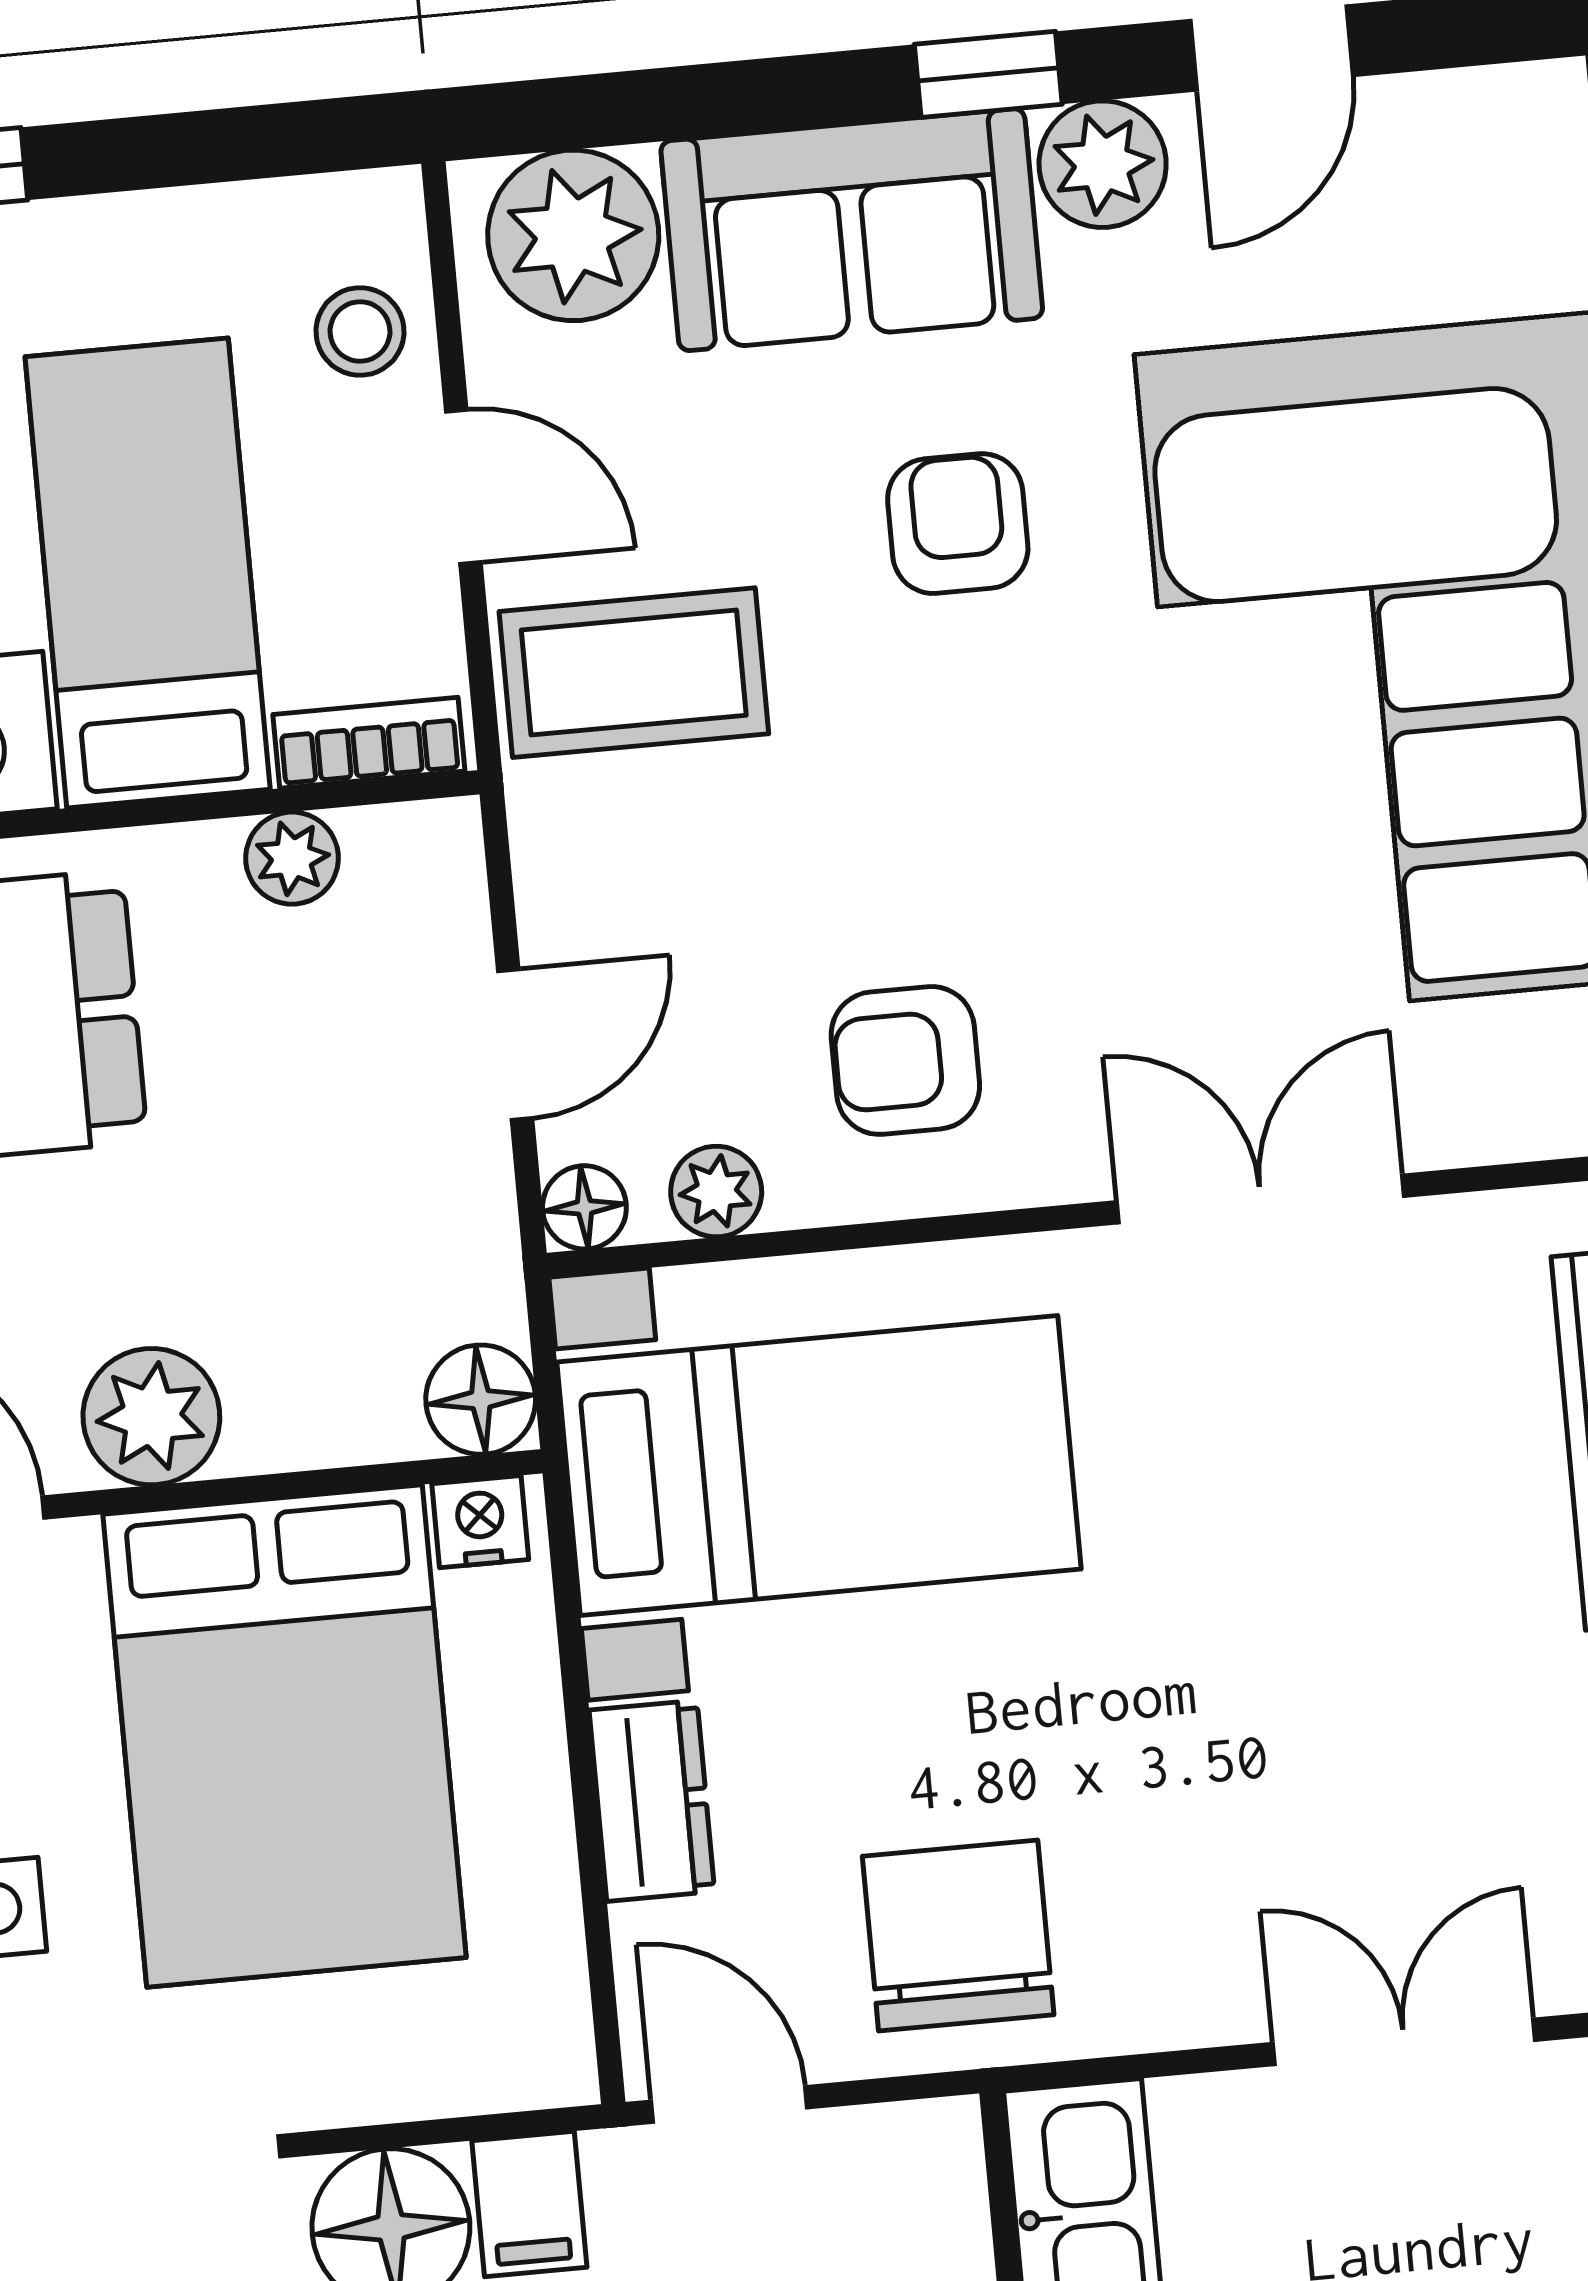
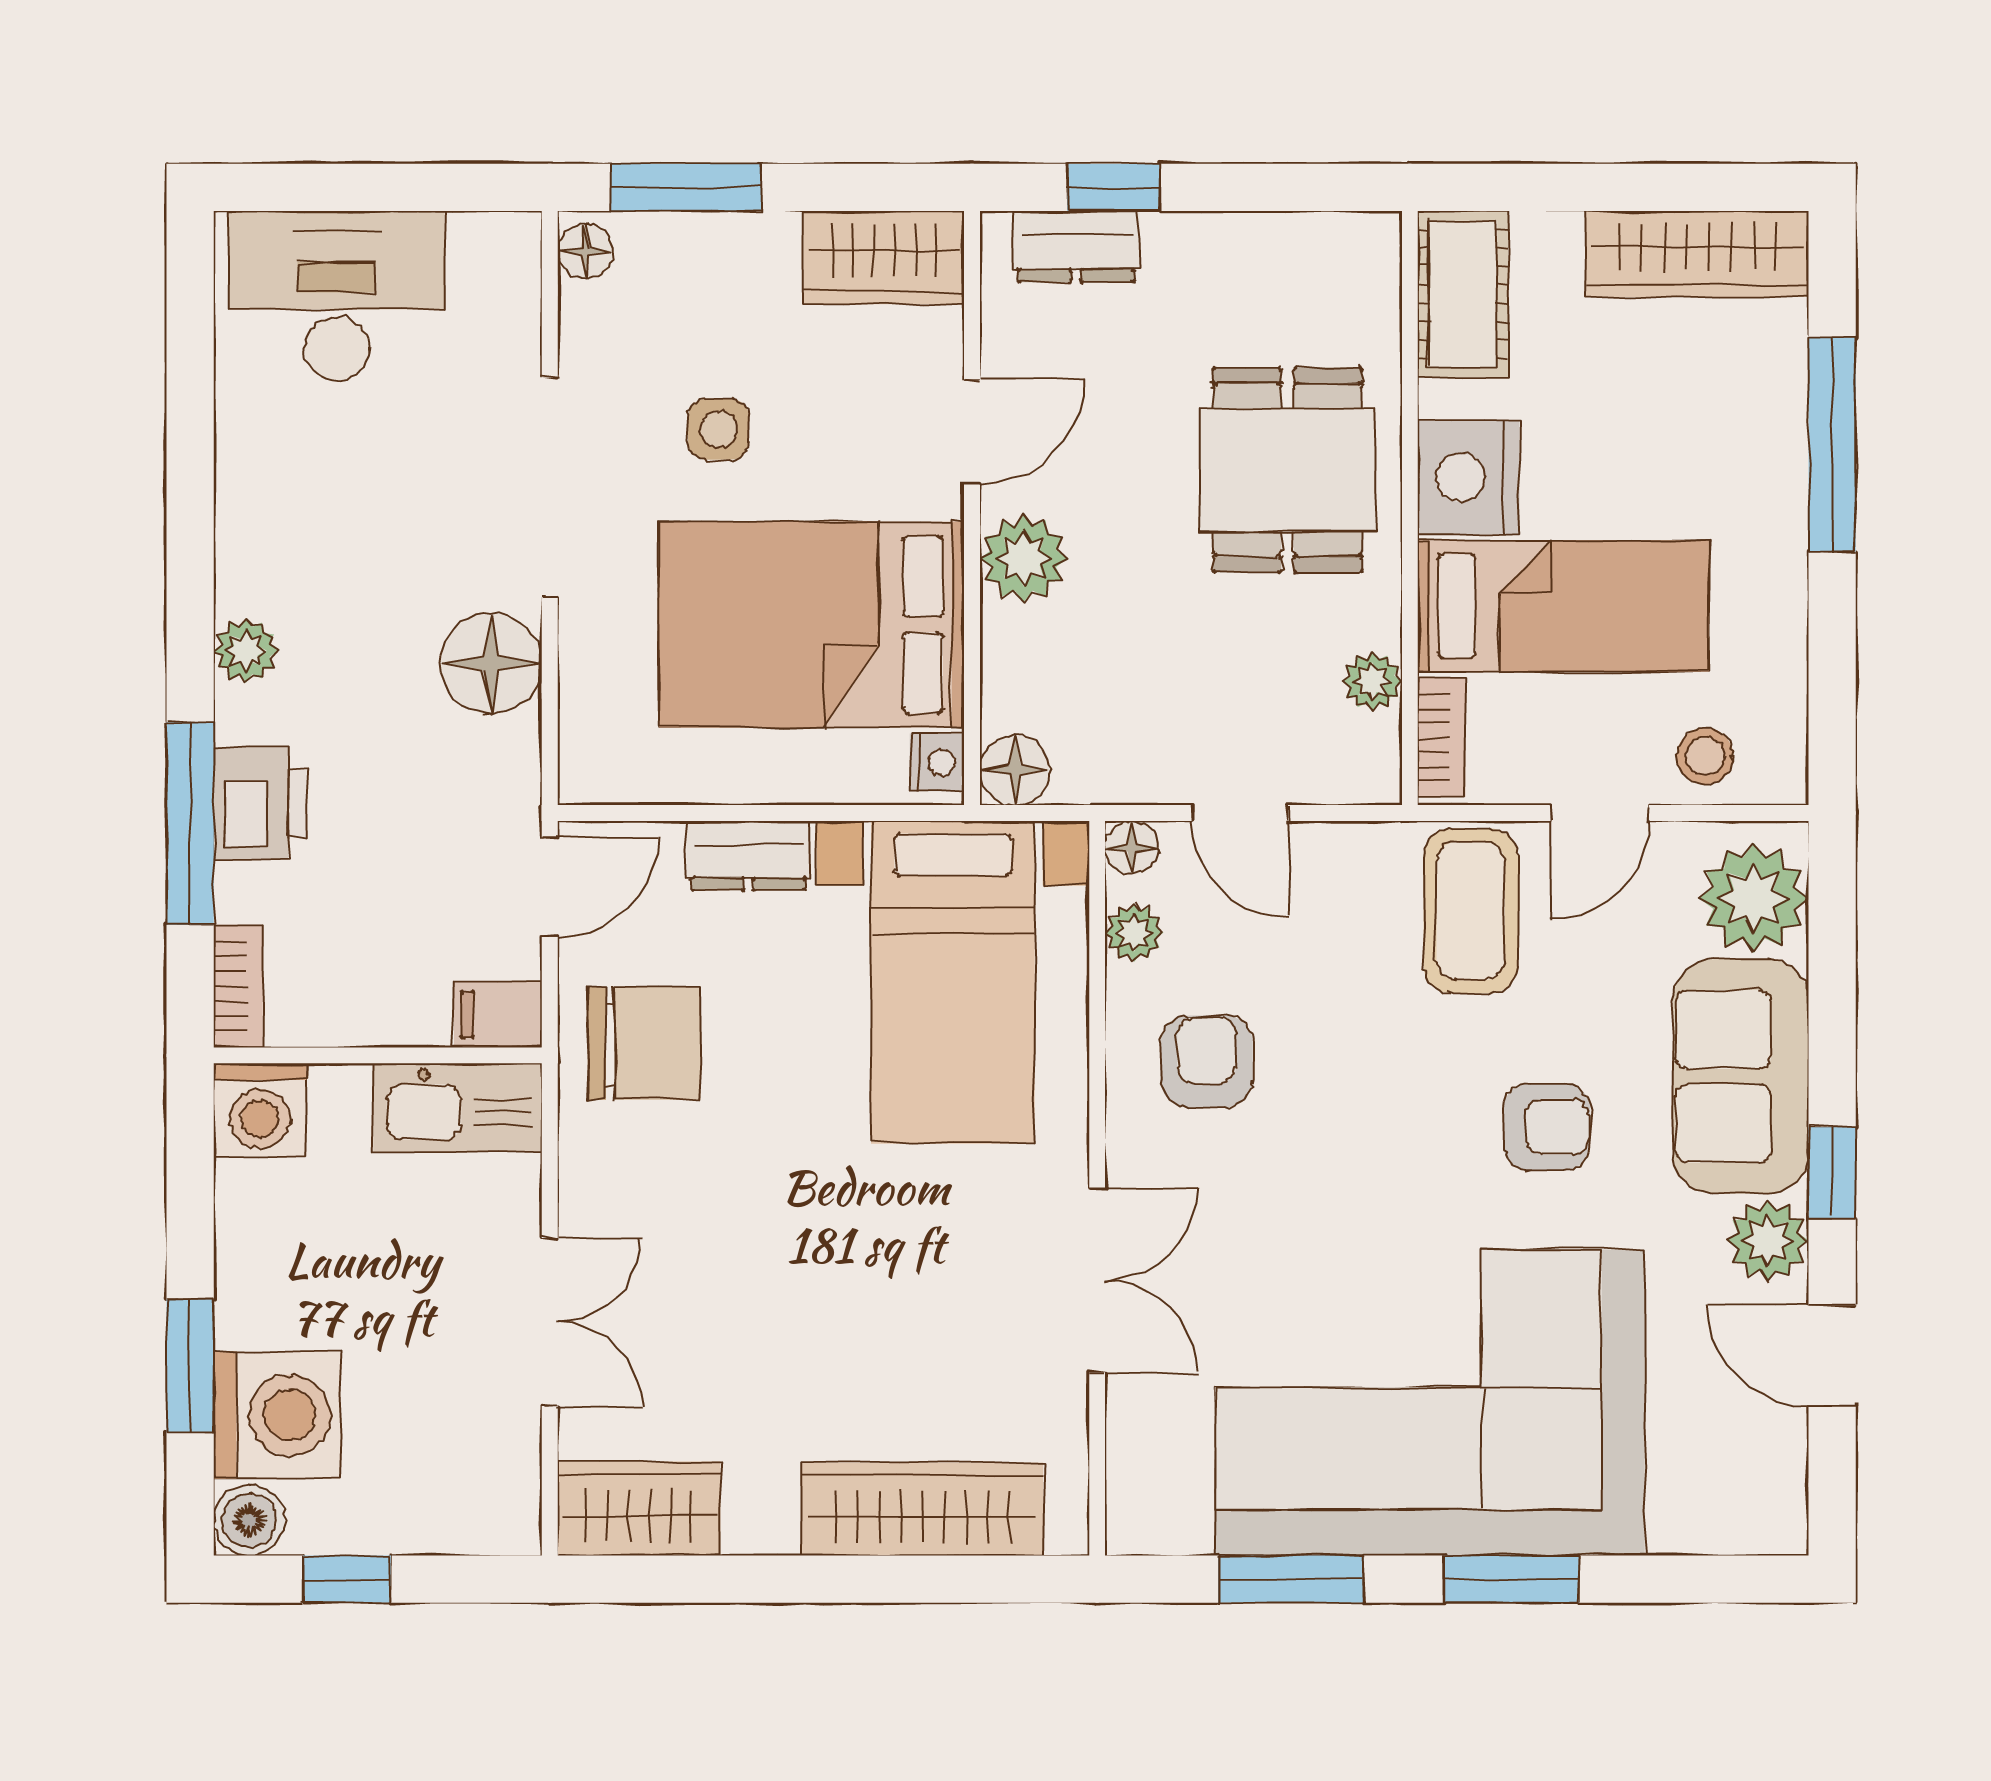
filing cabinet: (529, 2204) -> (498, 1015), moved

